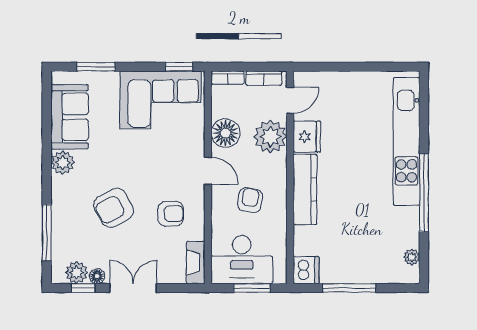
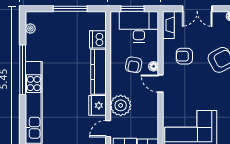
floor lamp: (225, 133) -> (154, 66), moved, width x0.53, depth x0.53
dishwasher: (306, 270) -> (98, 39), moved
double door: (133, 288) -> (197, 9), moved

